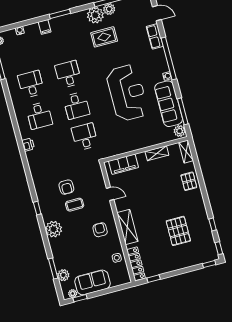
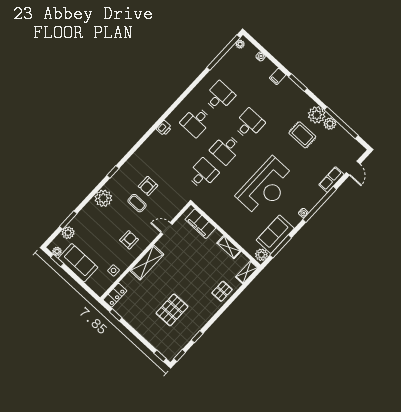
sofa: (169, 104) -> (275, 234), width x0.73
door: (110, 194) -> (166, 228), swing flipped
locker: (136, 264) -> (115, 295), width x0.66

